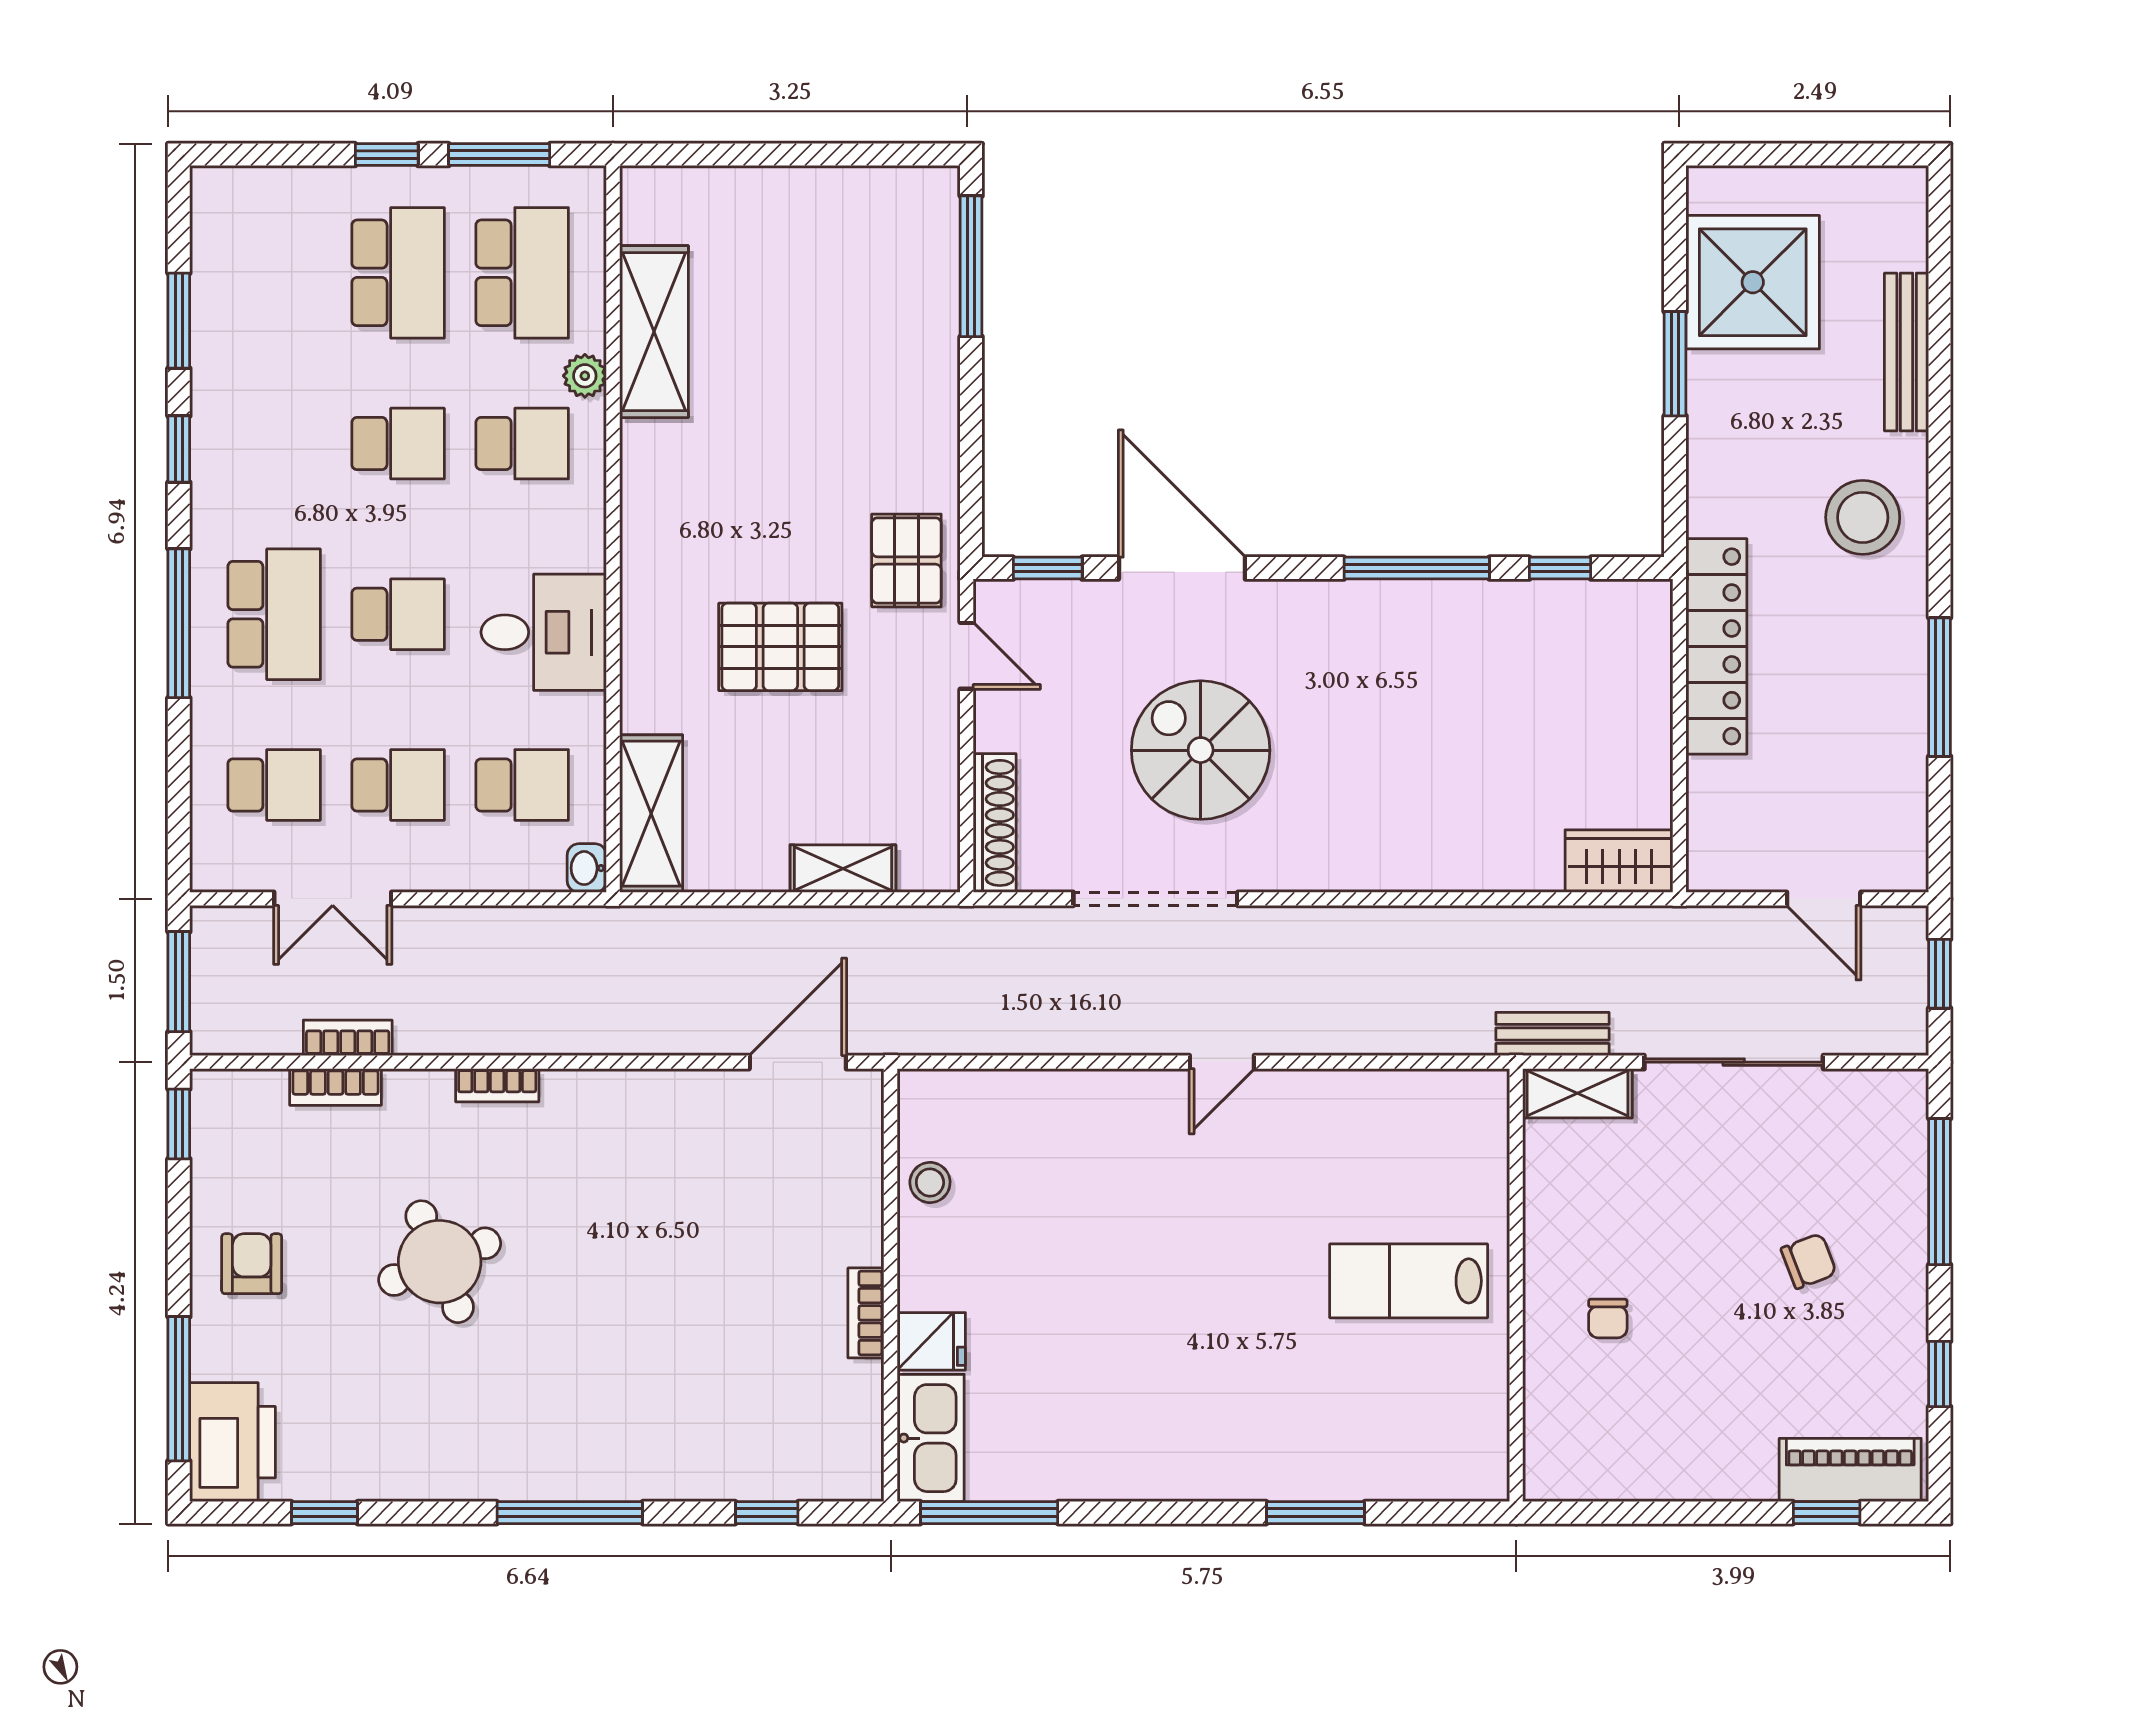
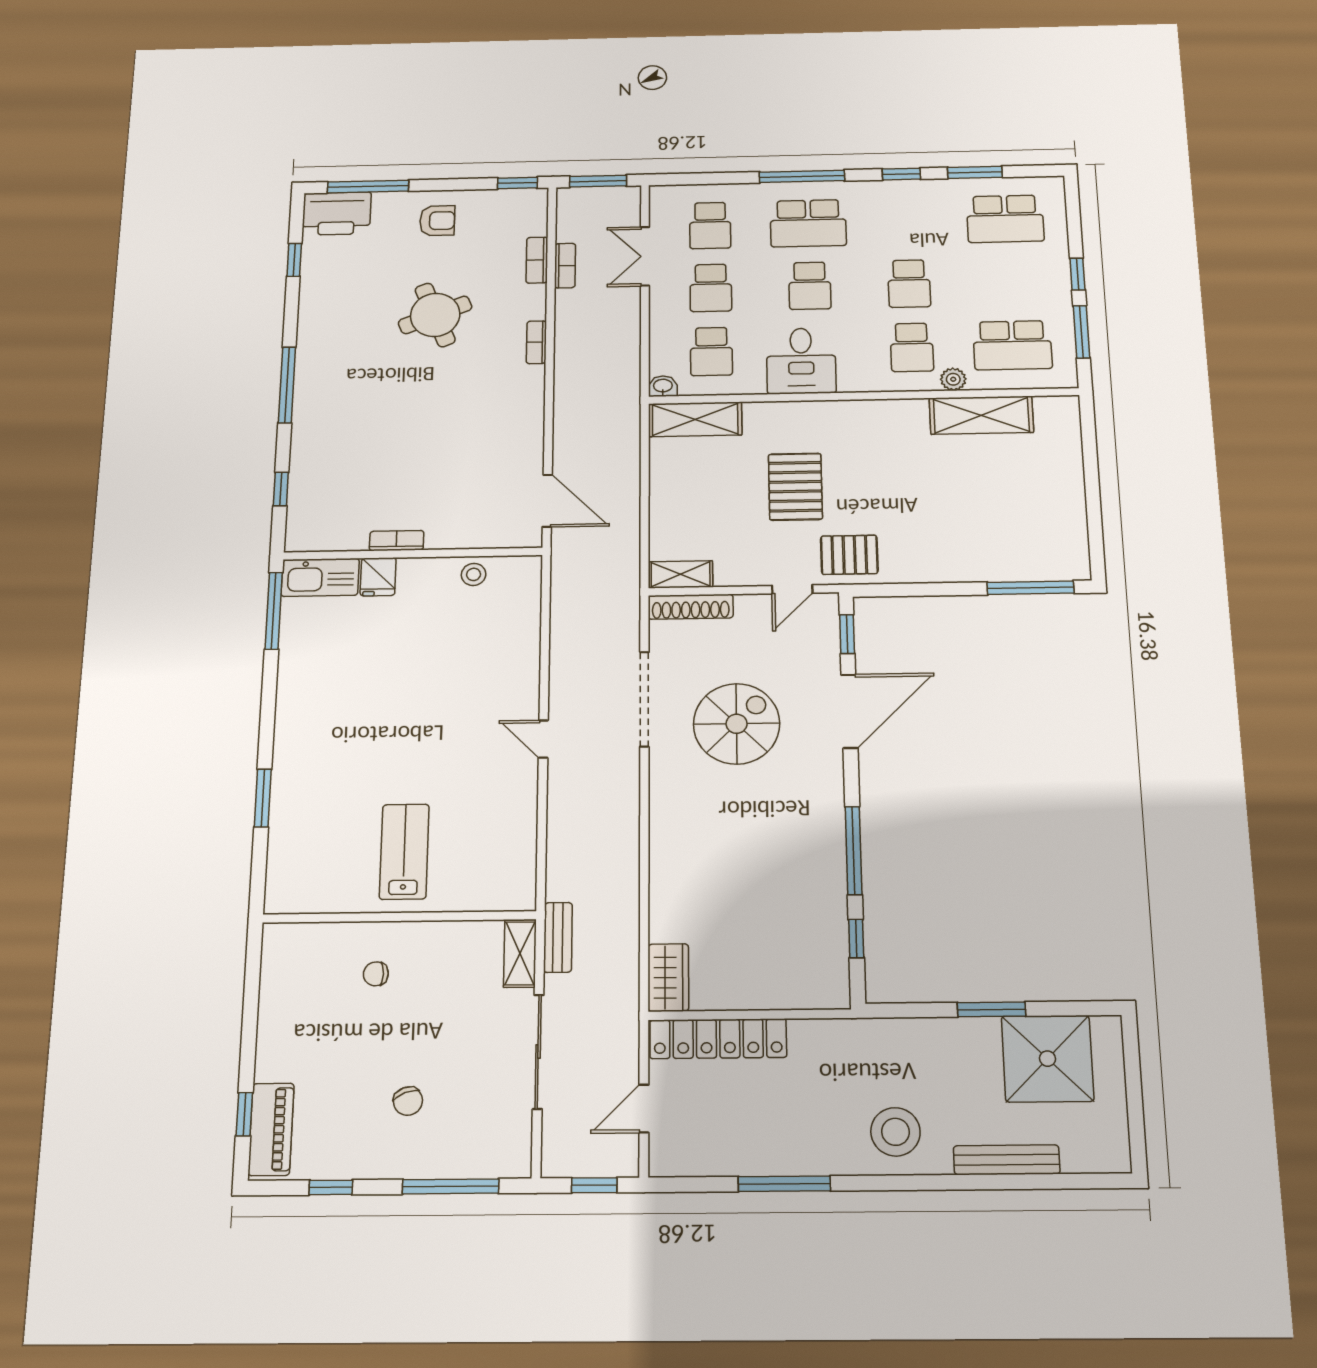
school desk: (398, 273) -> (1005, 219), moved
locker: (1716, 646) -> (718, 1039), moved
shelving: (843, 869) -> (680, 574), moved, turned 90

